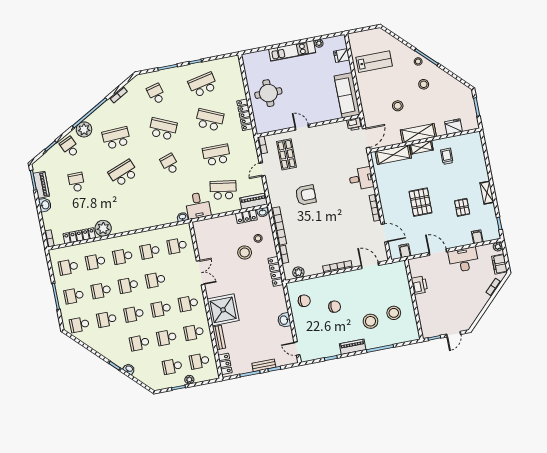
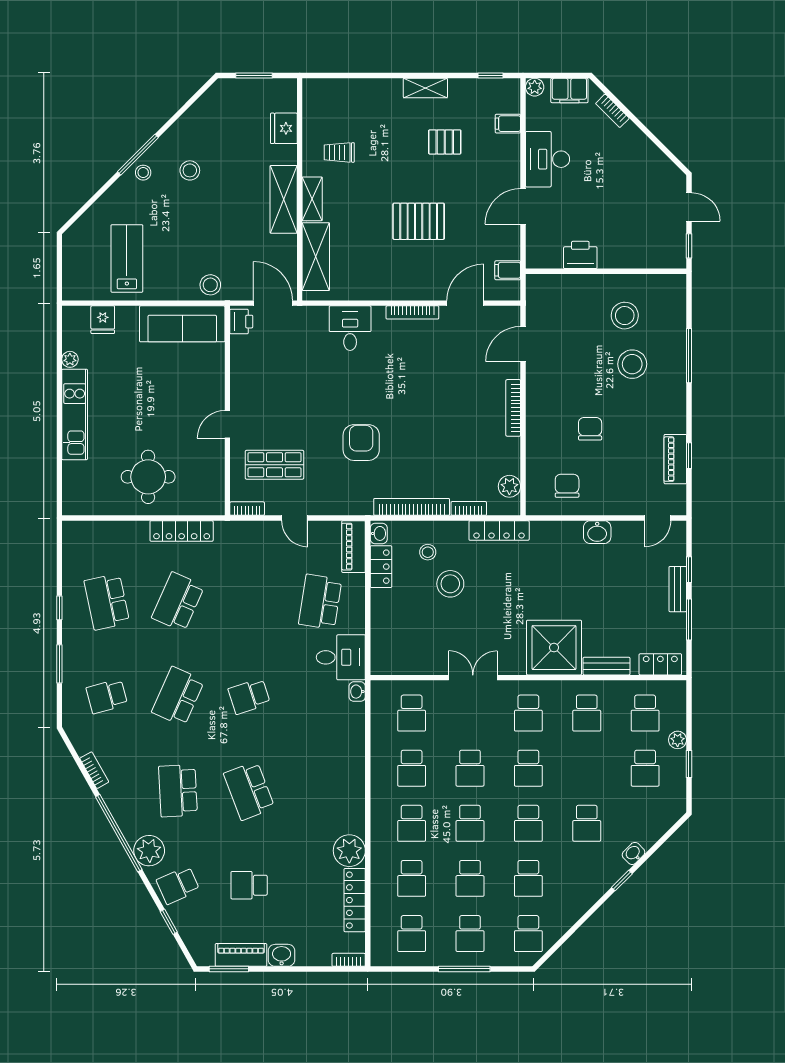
stool: (398, 106) -> (210, 285), moved
school desk: (216, 155) -> (249, 602), removed
school desk: (167, 338) -> (587, 768), removed
piano: (353, 347) -> (675, 459), moved

